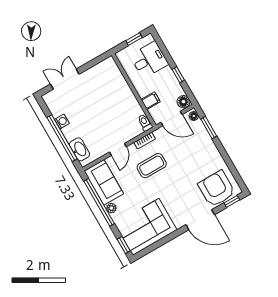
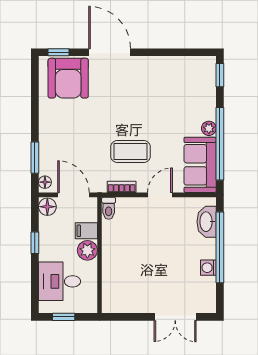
plant: (143, 89) -> (87, 250), added
corner sofa: (146, 227) -> (180, 82), removed

